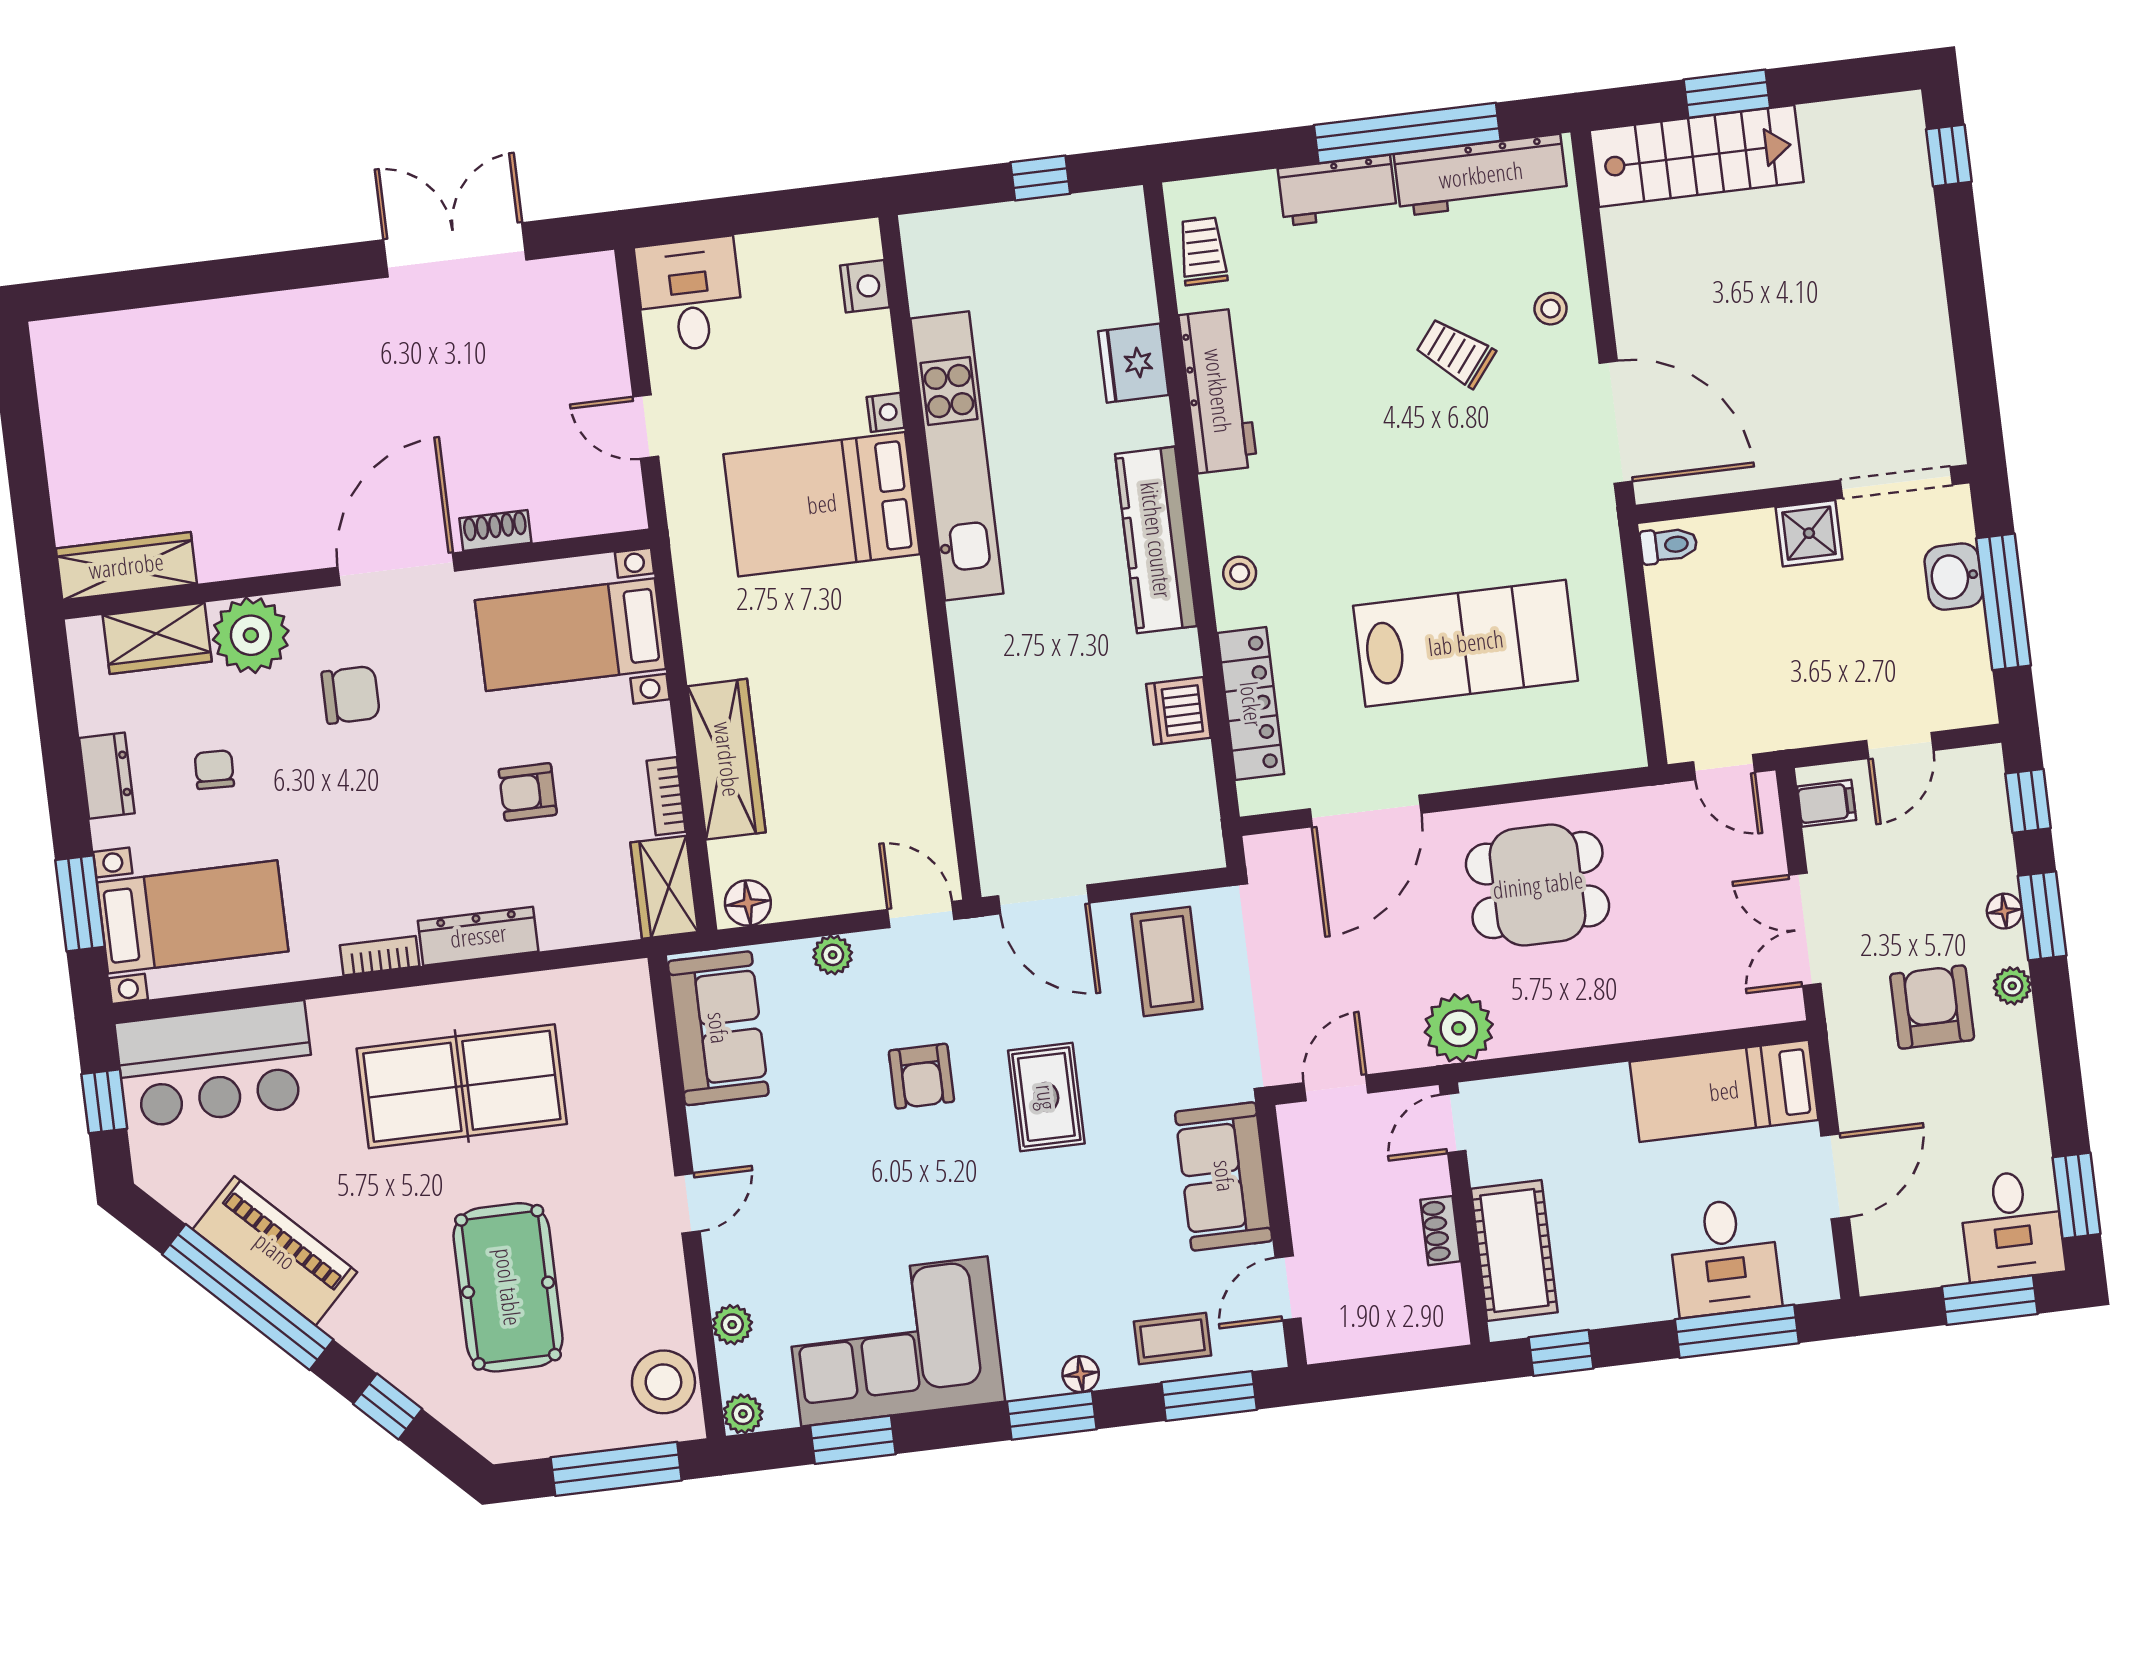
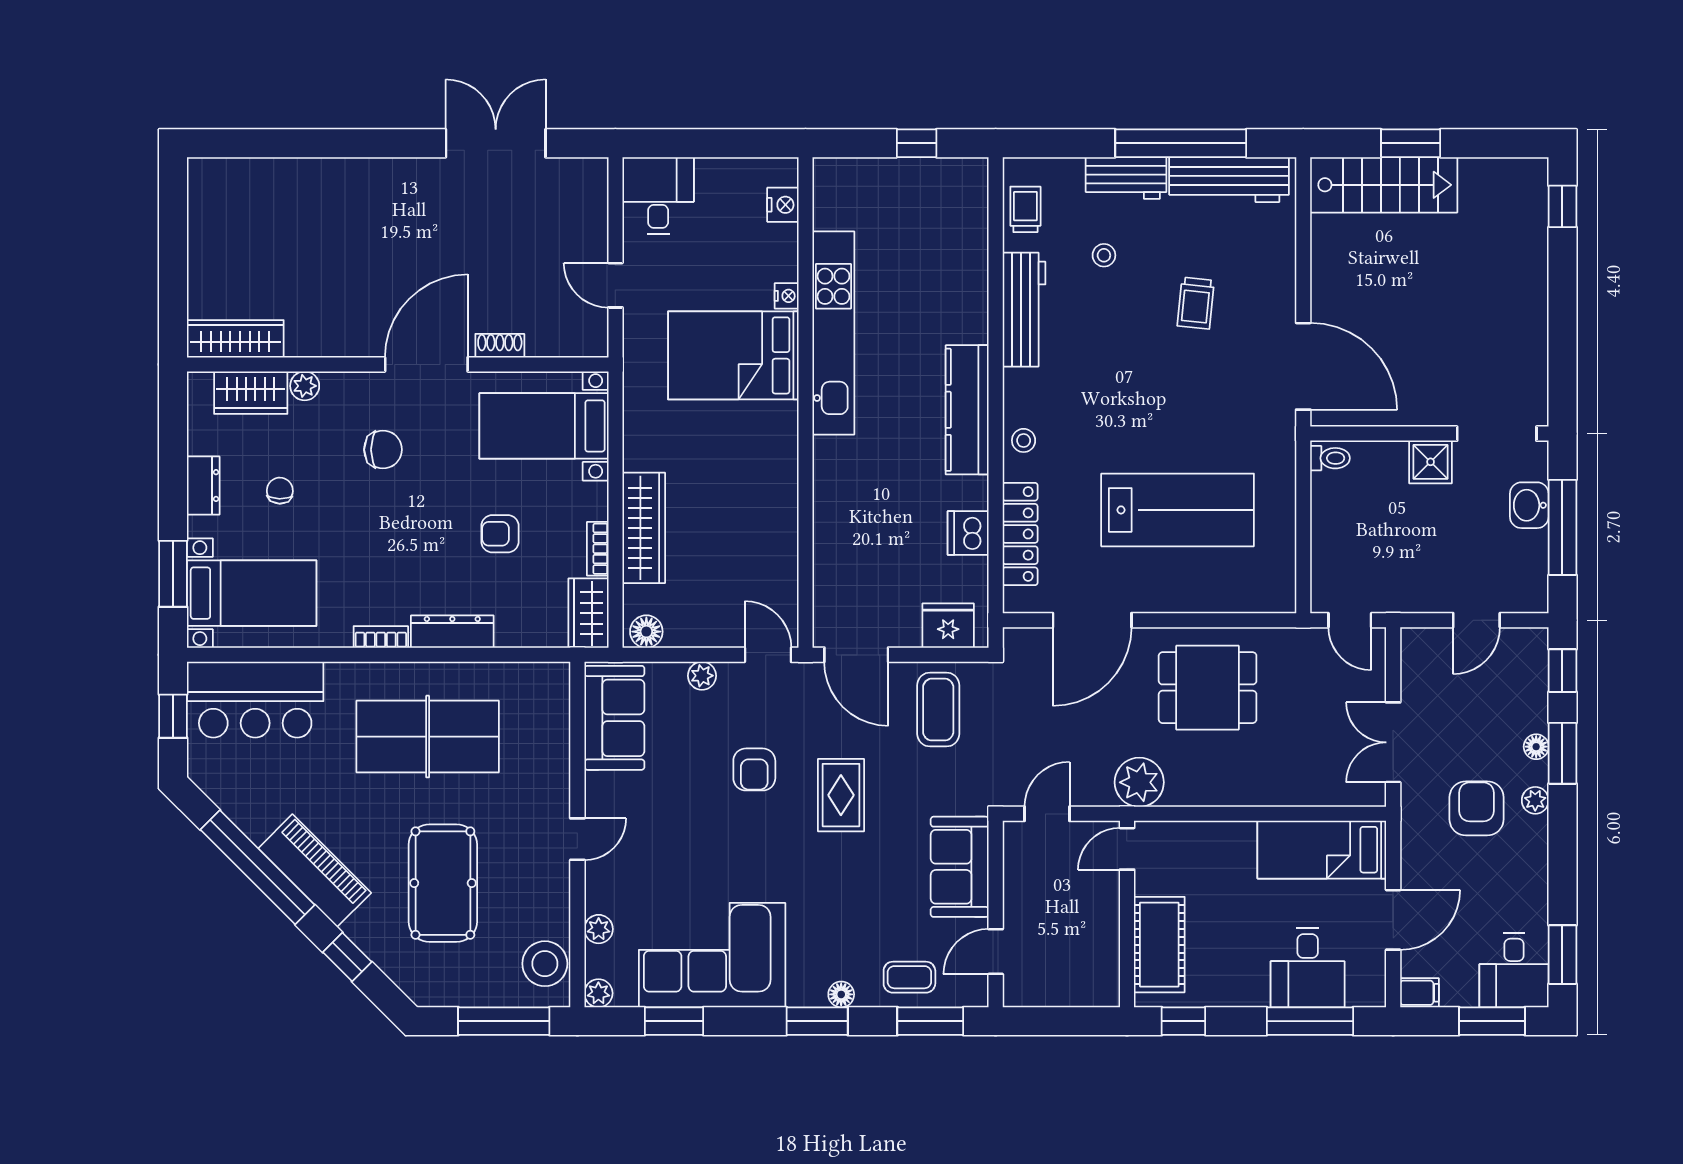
stool: (1551, 309) -> (1104, 255), moved
trolley: (1455, 353) -> (1196, 303), turned -122
fridge: (1133, 363) -> (948, 626), moved, turned 90
plant: (251, 635) -> (305, 386), width x0.53, depth x0.53
filing cabinet: (1827, 803) -> (1419, 993), moved
shoe rack: (1440, 1231) -> (1109, 924), removed
piano: (275, 1251) -> (315, 871), moved

